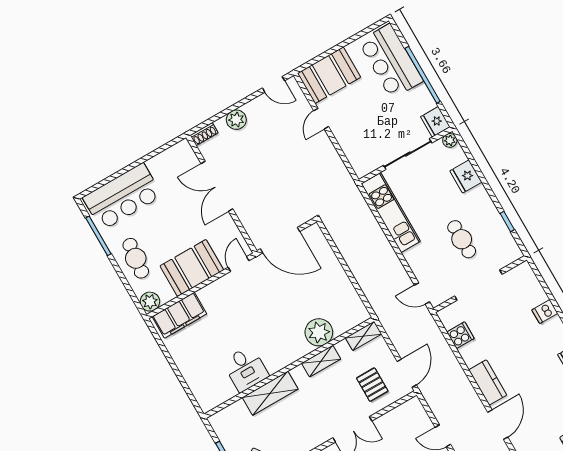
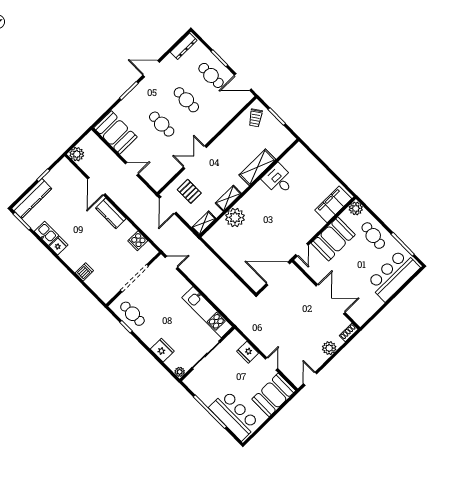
door: (273, 84) -> (310, 379), hinge flipped
fridge: (435, 122) -> (248, 352), moved, turned 180
cafe table: (462, 239) -> (132, 314), moved

